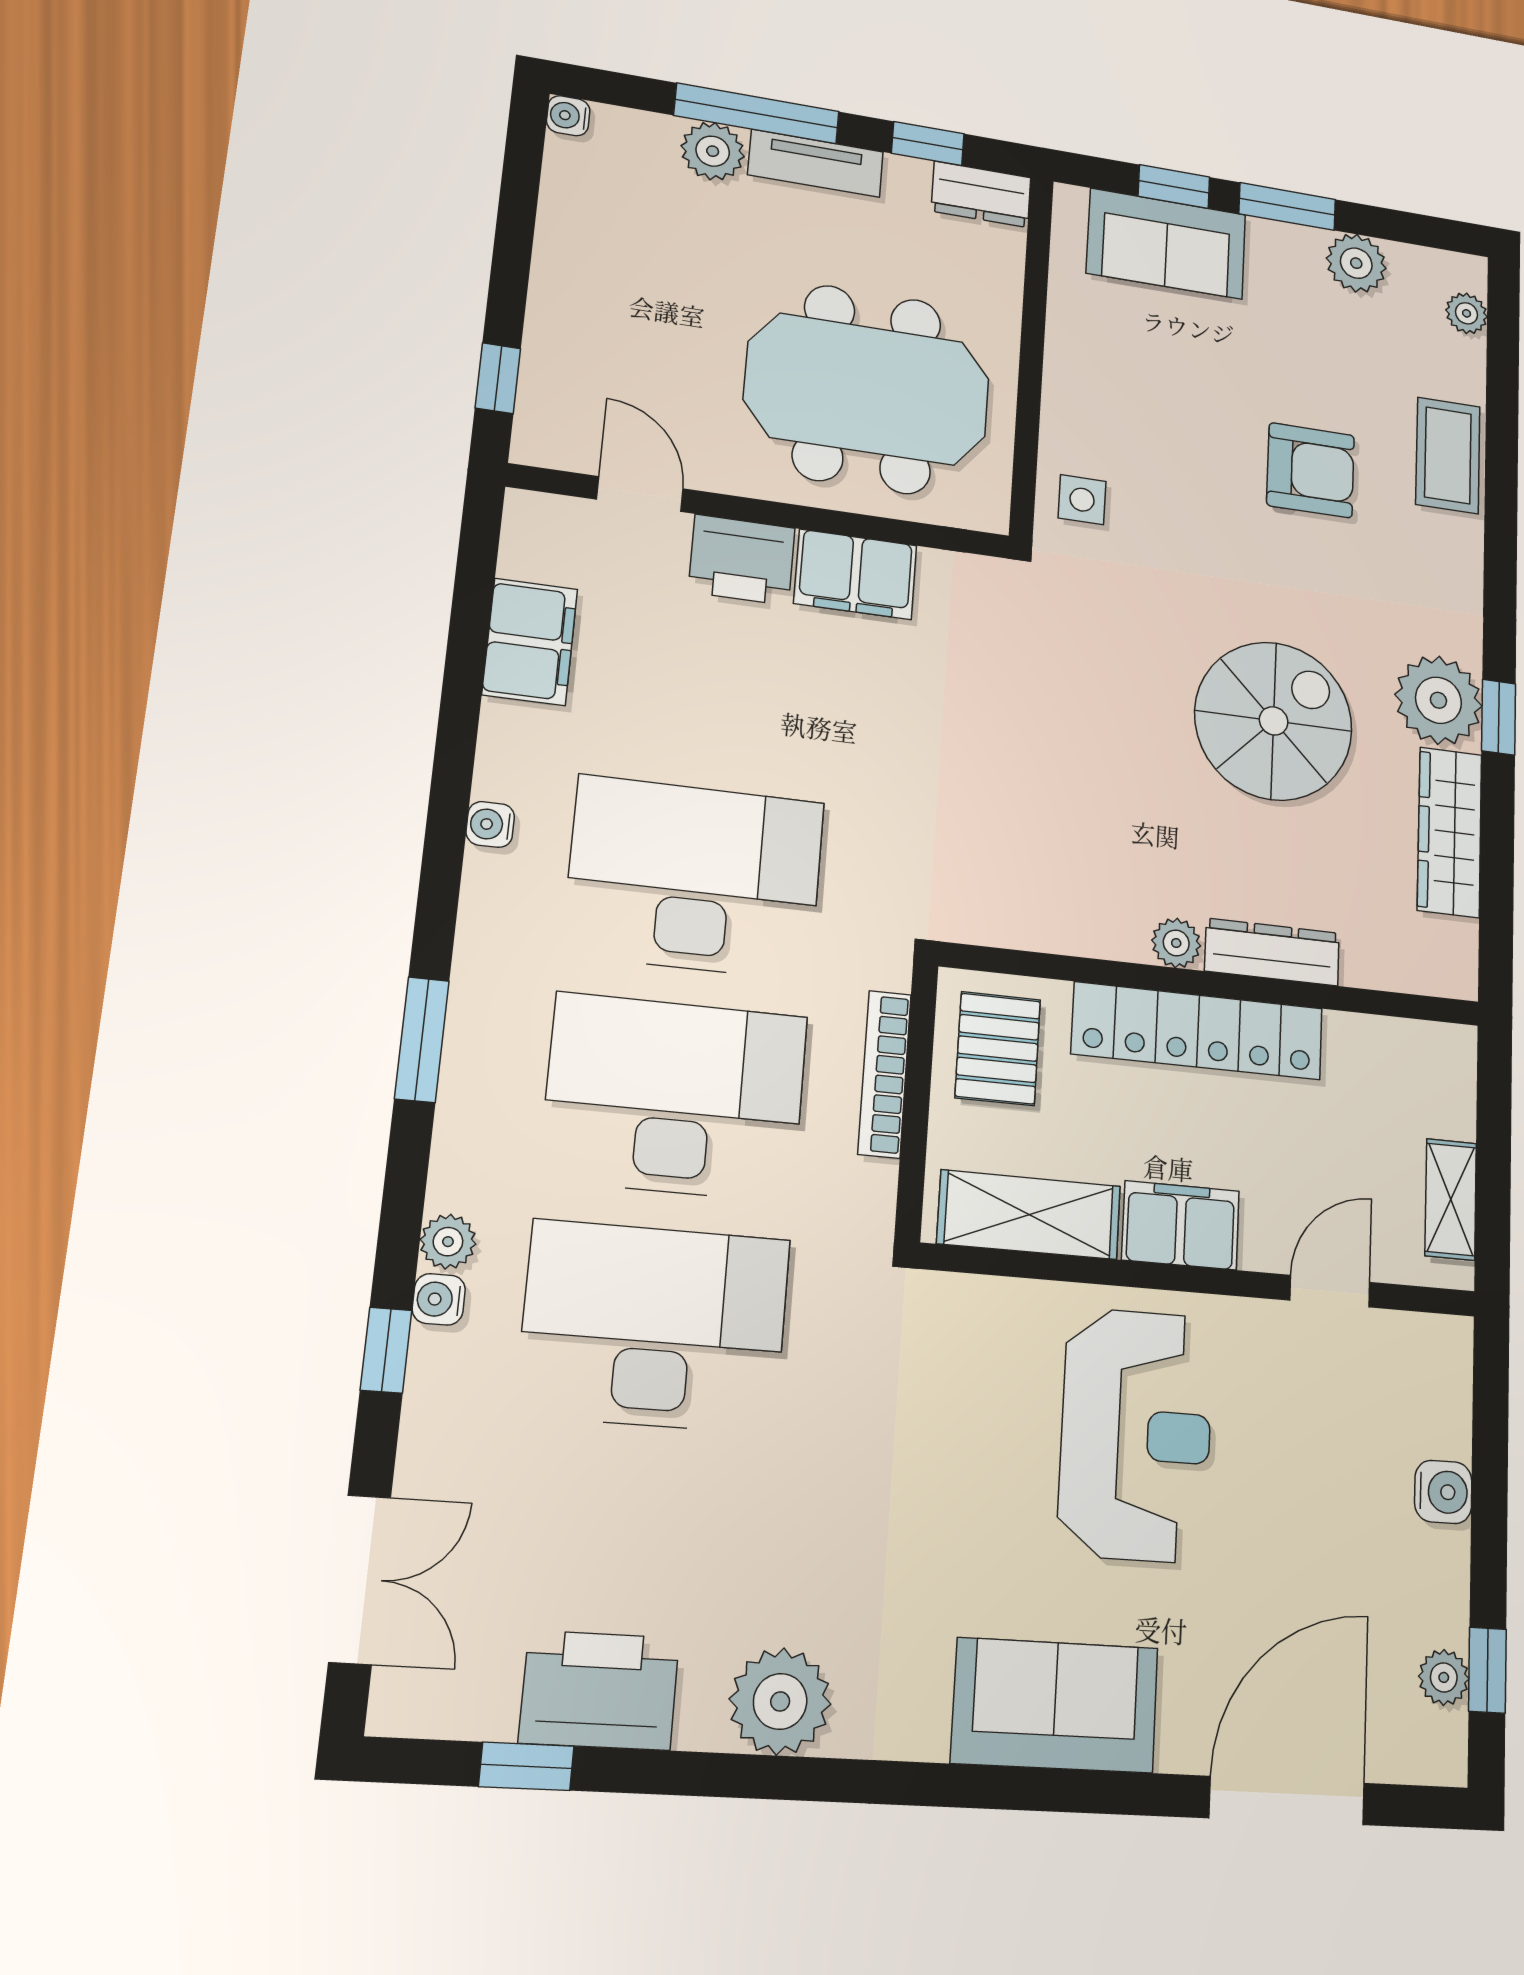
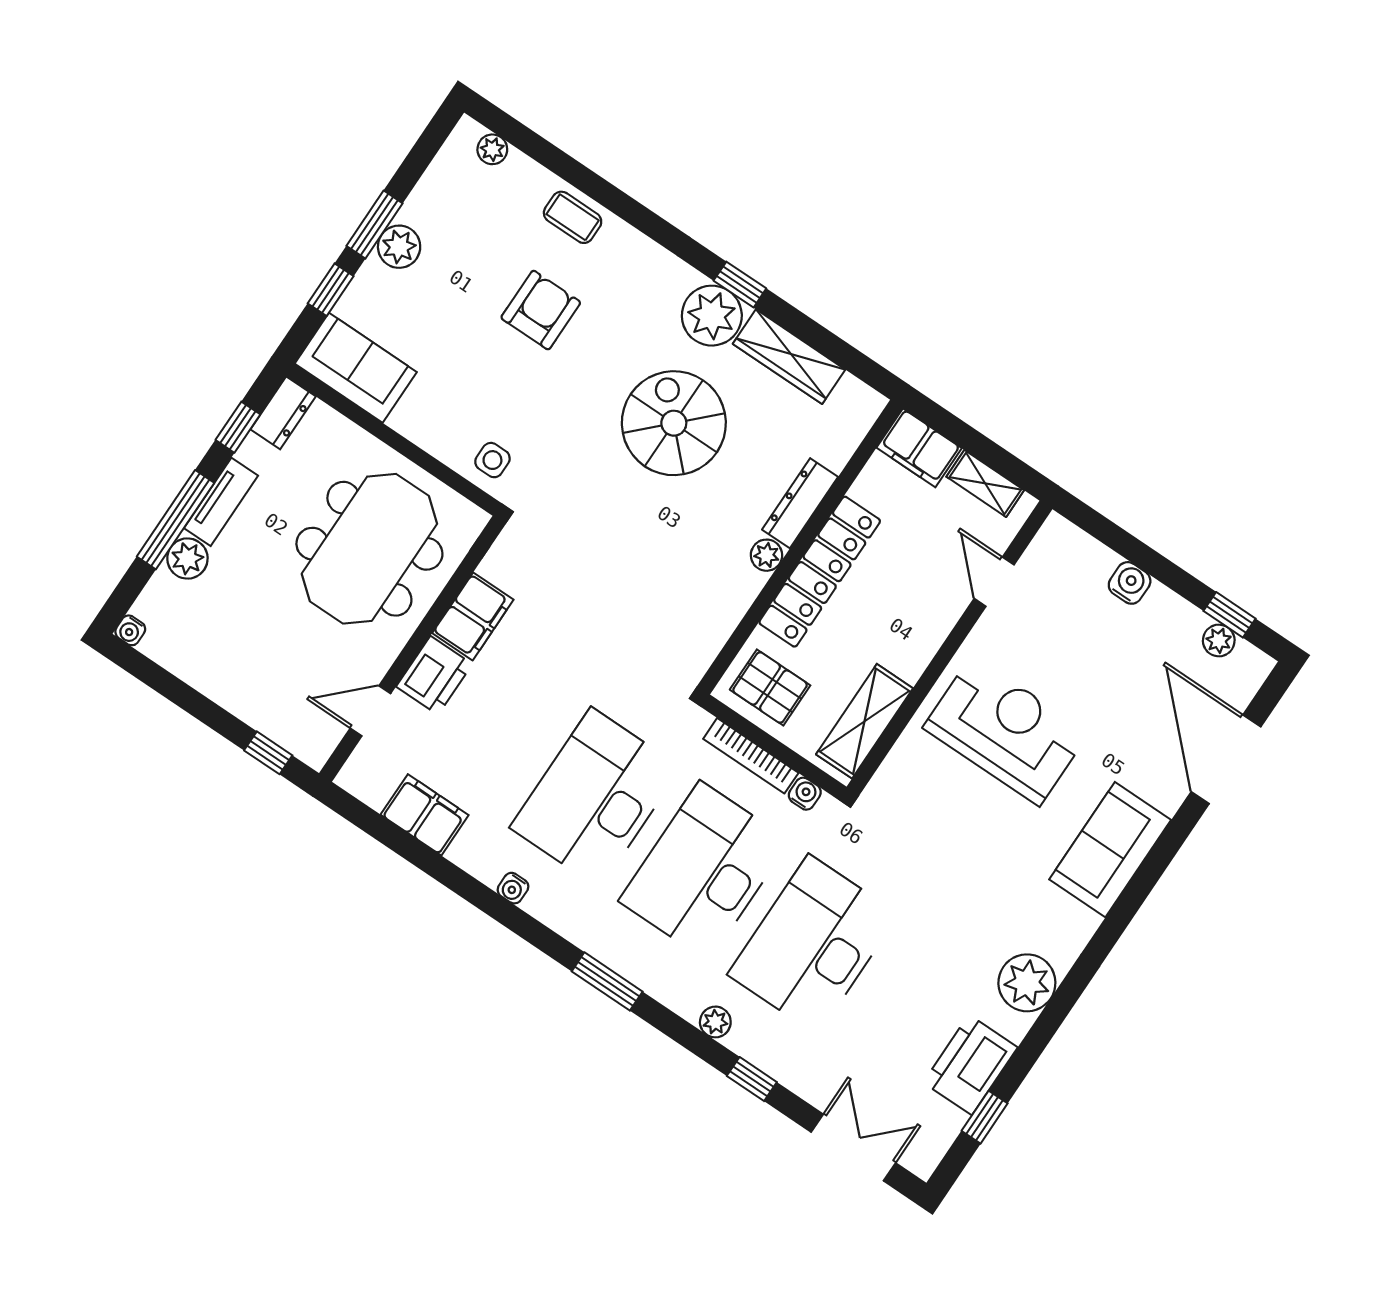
sofa: (1166, 244) -> (356, 368), moved, turned -90
plant: (1356, 263) -> (399, 247), moved
coffee table: (1448, 455) -> (573, 217), width x0.73, depth x0.77
filing cabinet: (1181, 1225) -> (919, 448), moved, turned -90
water cooler: (439, 1299) -> (805, 794), moved, turned 180

